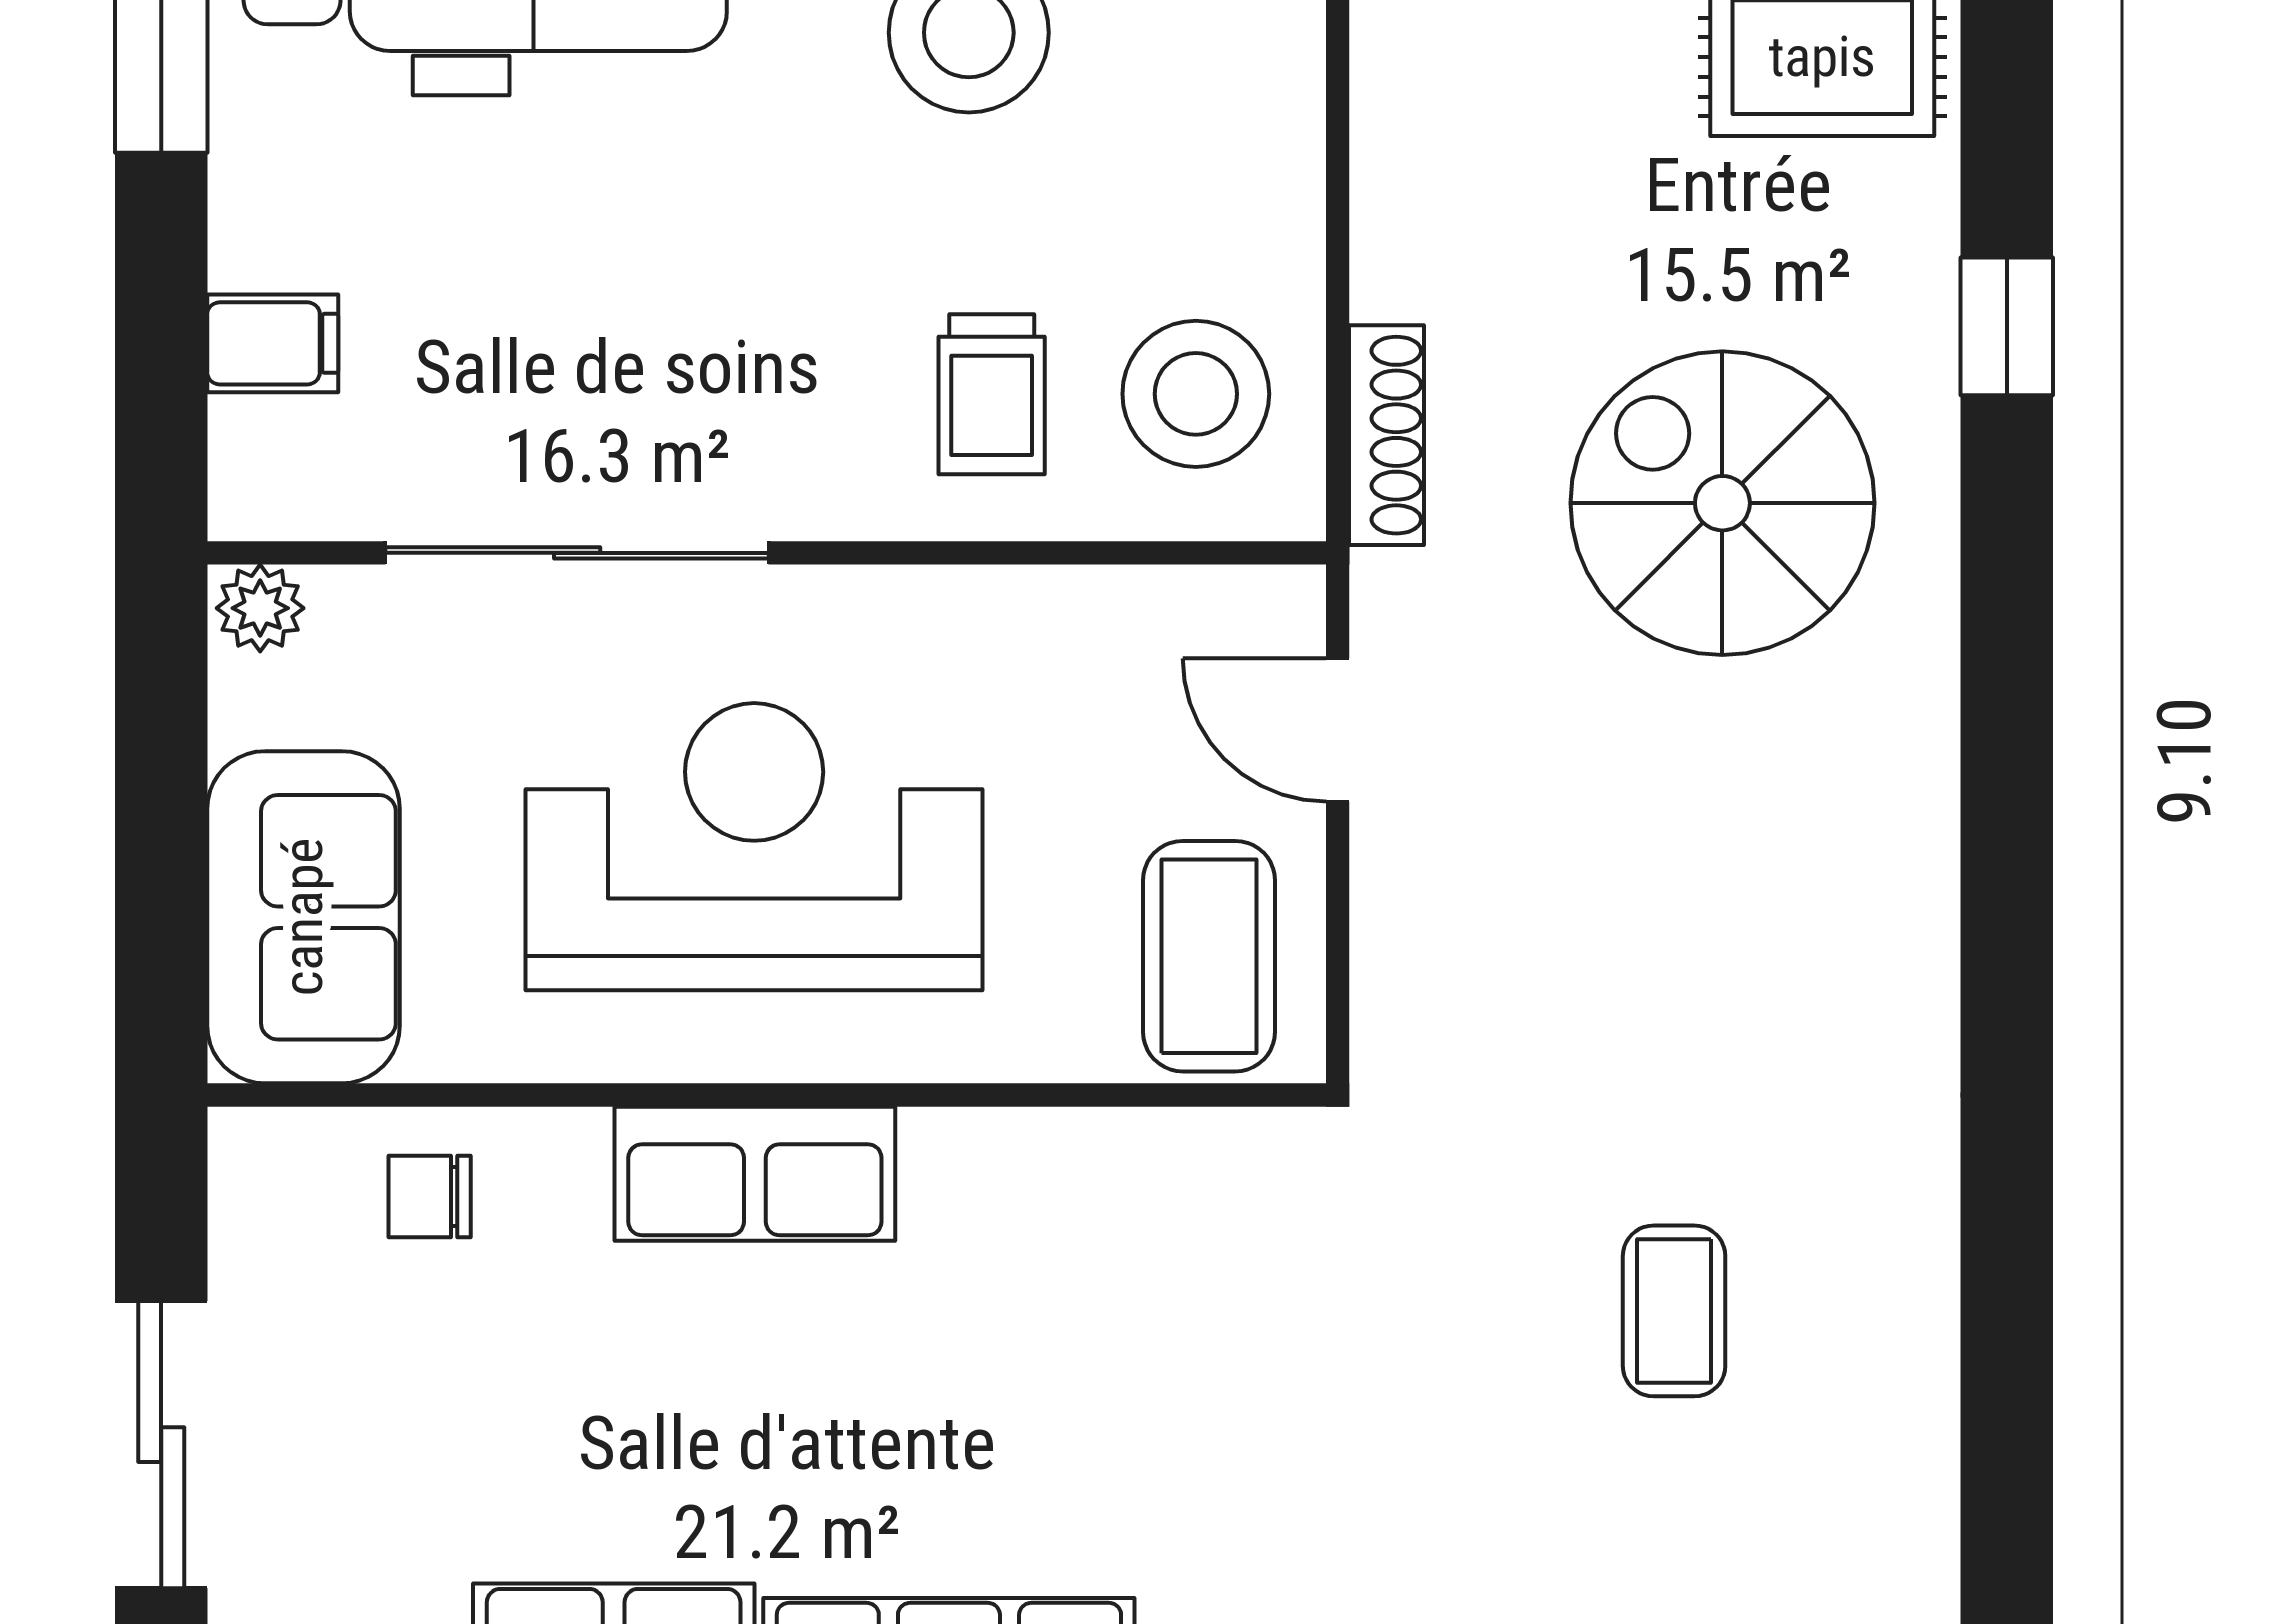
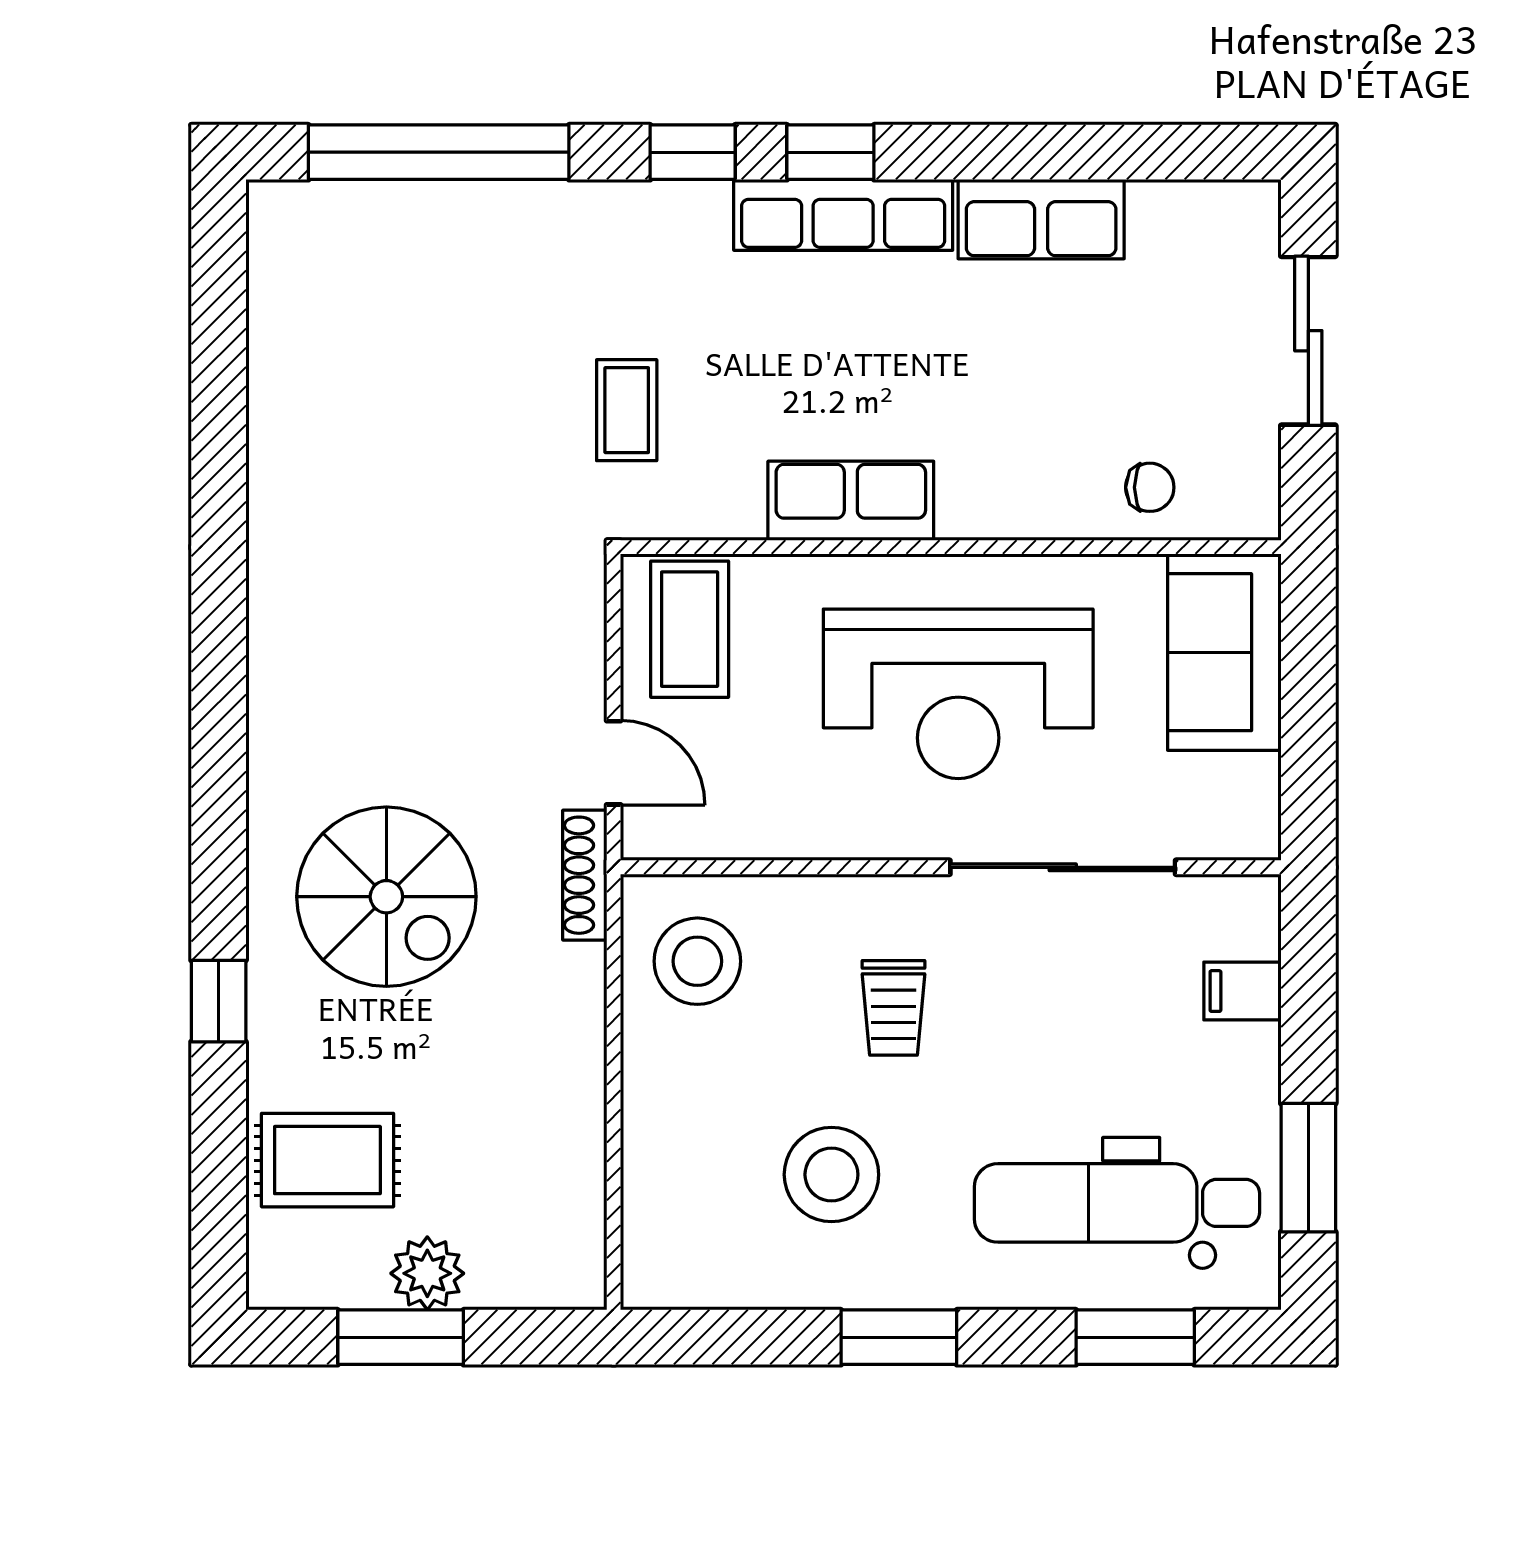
trolley: (992, 394) -> (893, 1008), moved, turned 180
shoe rack: (1387, 435) -> (585, 875), moved
plant: (260, 608) -> (1250, 835), removed
row of seats: (755, 1174) -> (851, 501), moved
coffee table: (1674, 1311) -> (627, 410), moved

